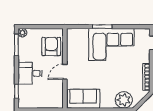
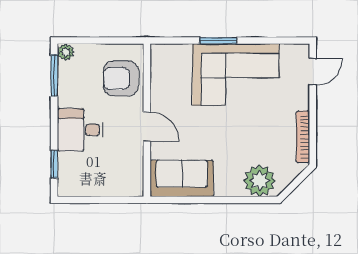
armchair: (51, 46) -> (121, 78), turned -90
door: (65, 72) -> (147, 127), swing flipped

